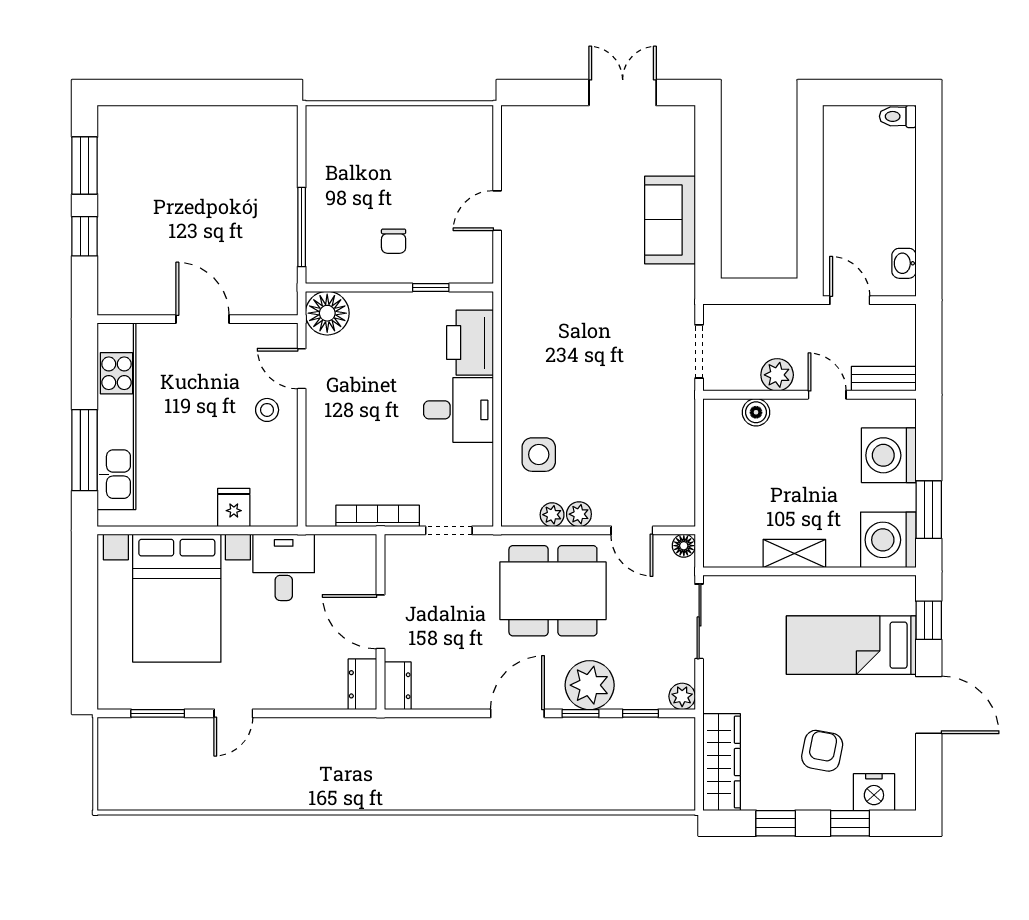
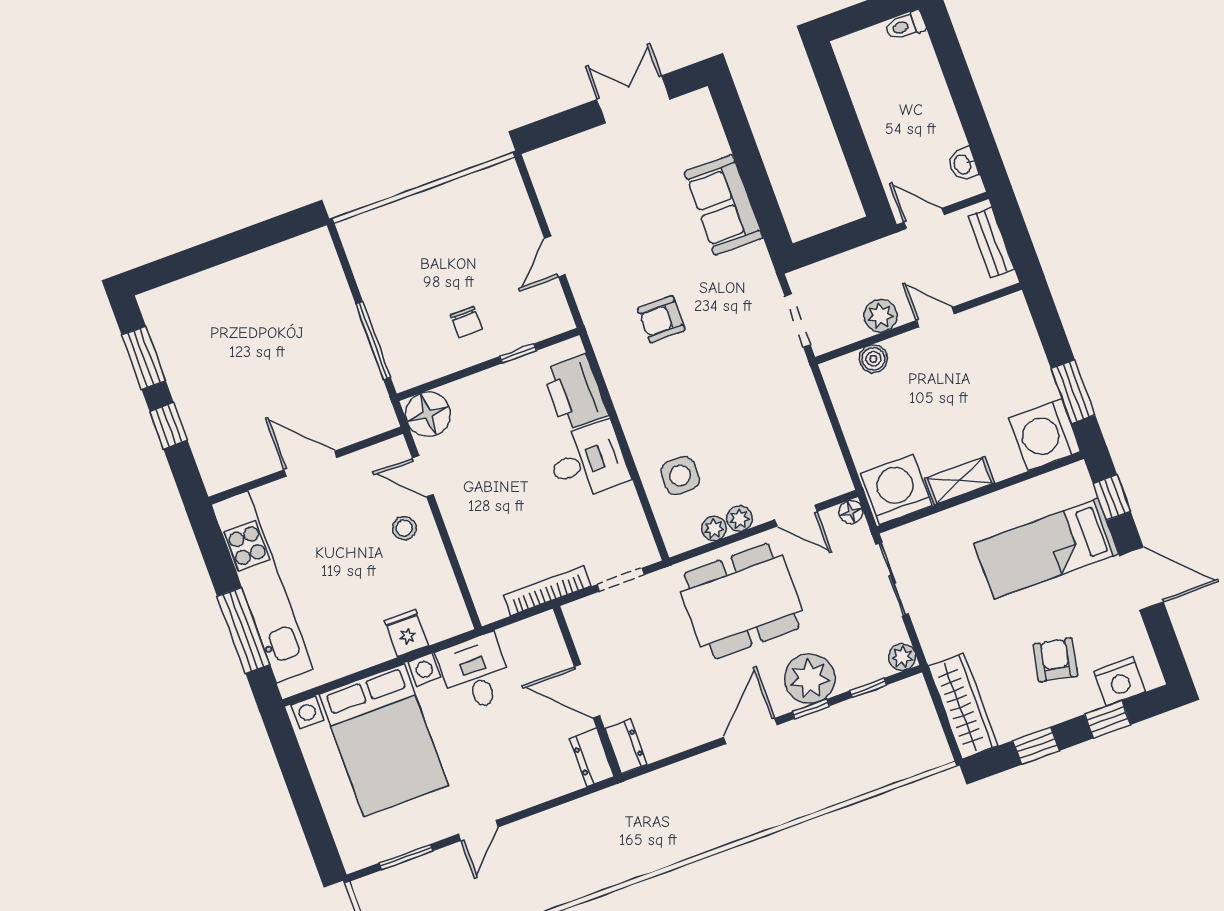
armchair: (574, 304) -> (661, 319), added
bench: (884, 379) -> (991, 243), moved, turned 90
washing machine: (889, 455) -> (896, 489), moved, turned 90

